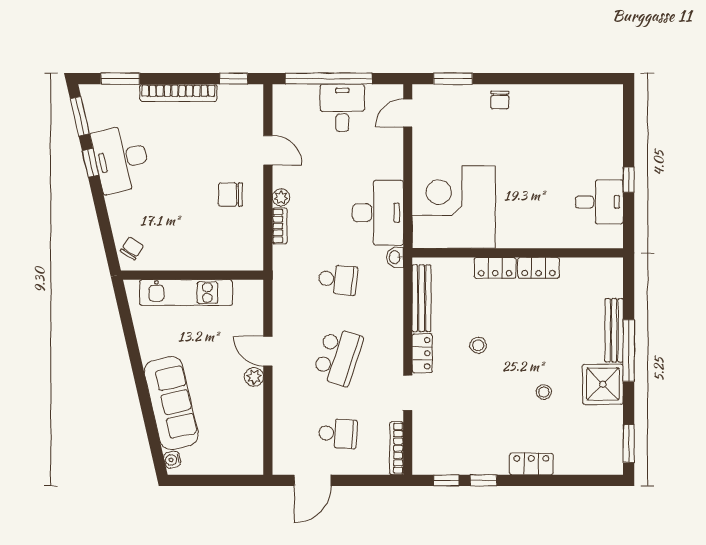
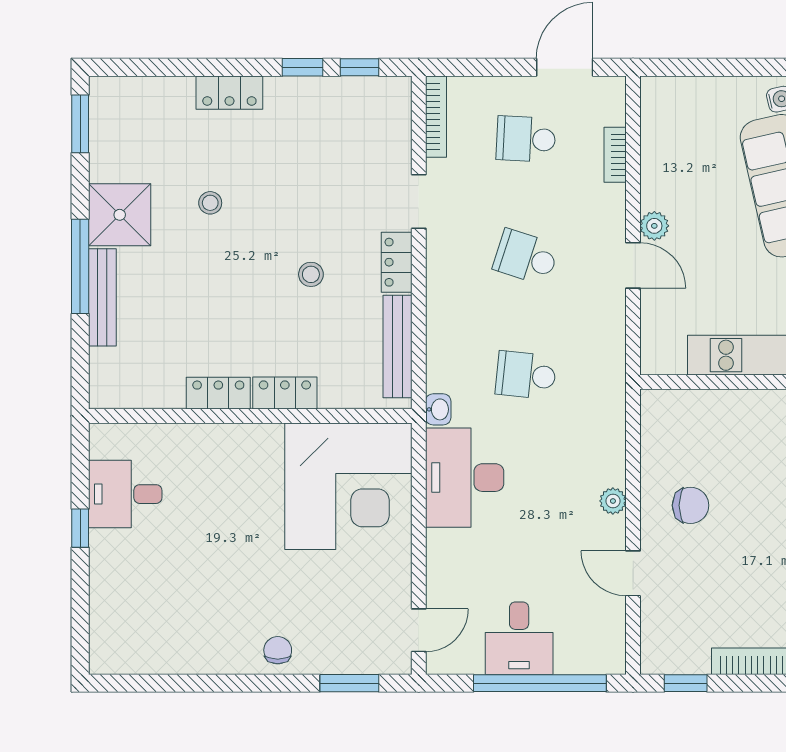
bookcase: (280, 226) -> (615, 155), moved
school desk: (338, 357) -> (526, 257), width x0.54

